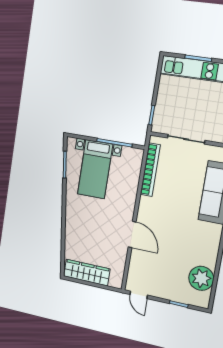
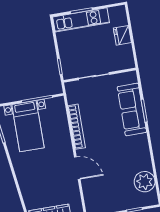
bookcase: (150, 170) -> (77, 127), moved

